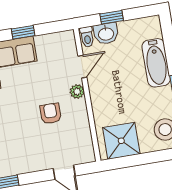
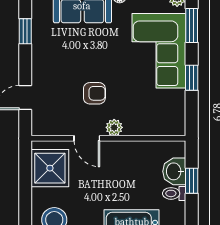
toilet: (87, 37) -> (174, 193), moved
door: (82, 67) -> (87, 138), moved

